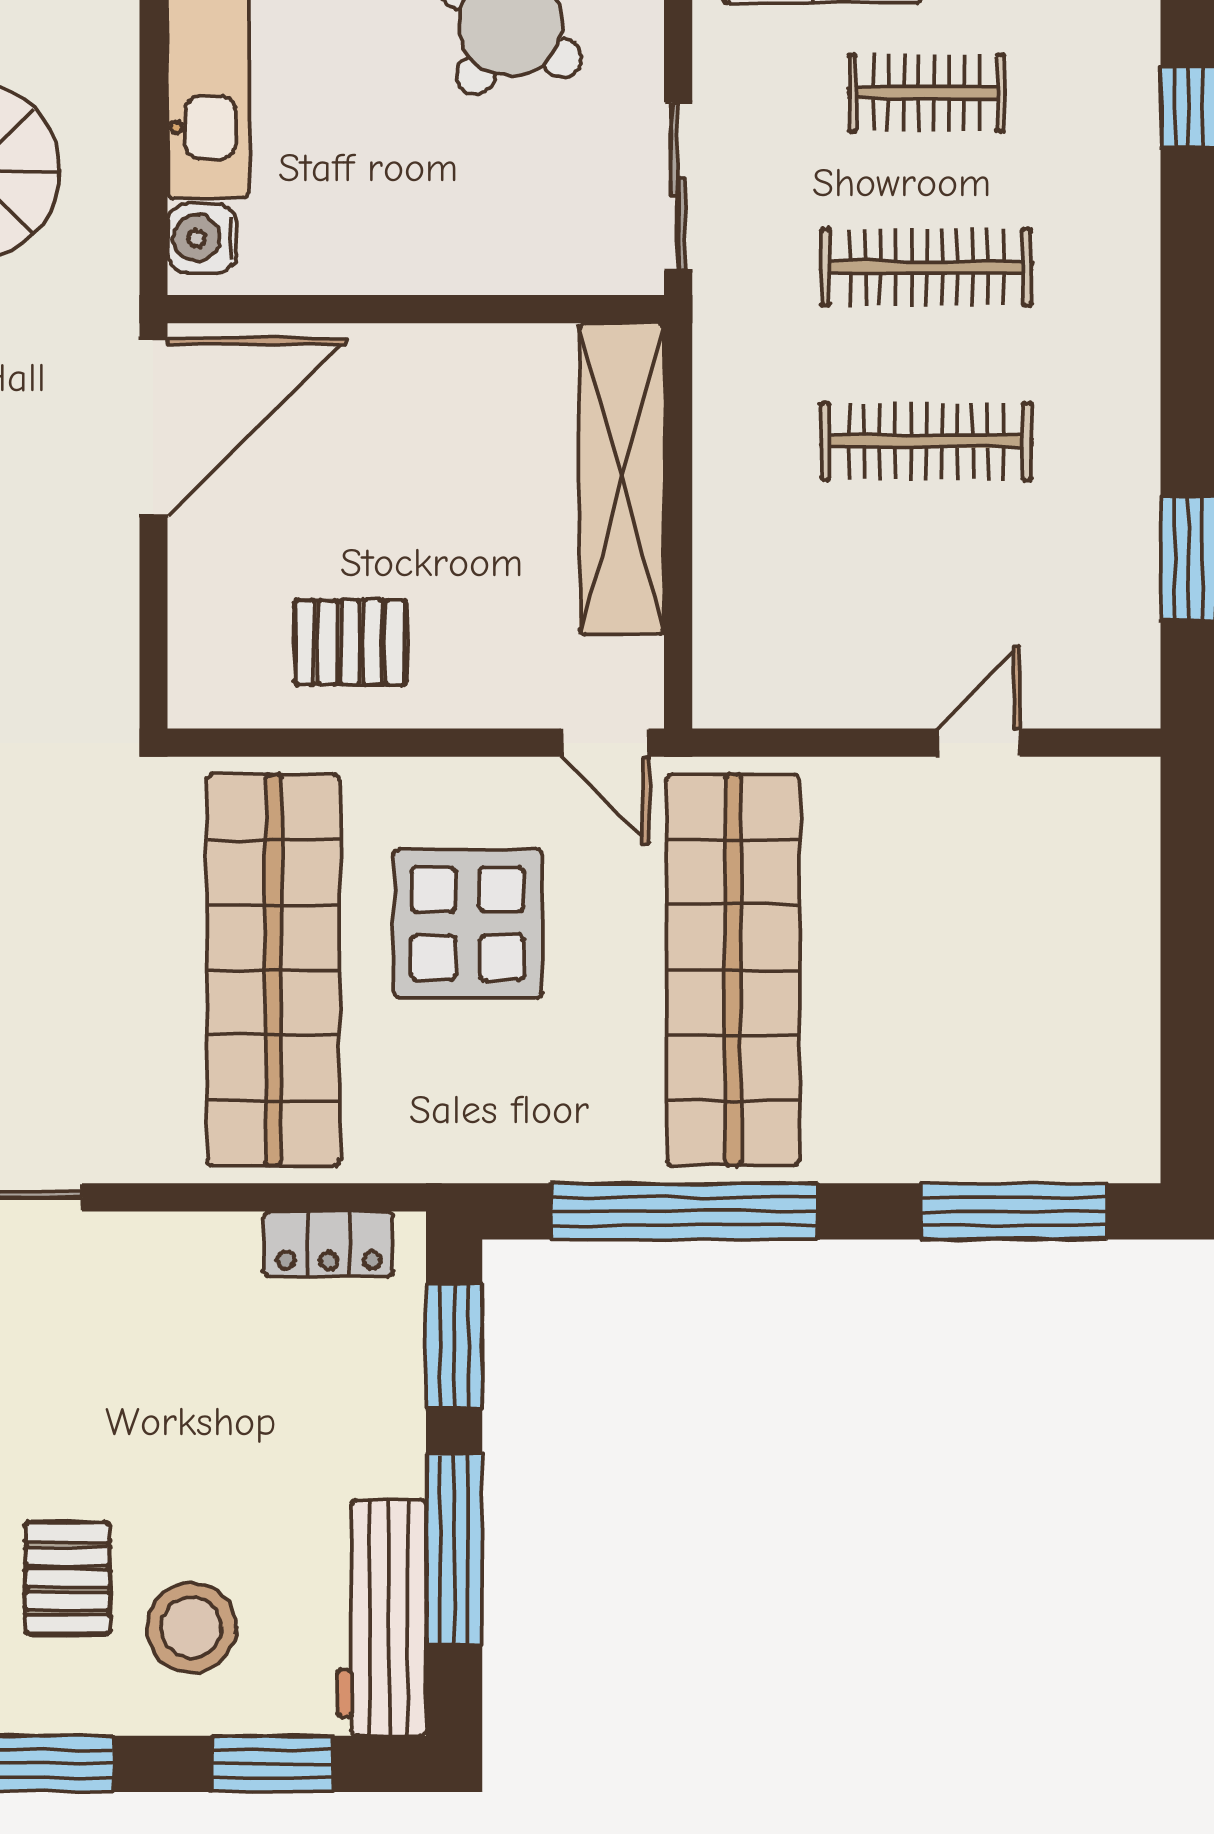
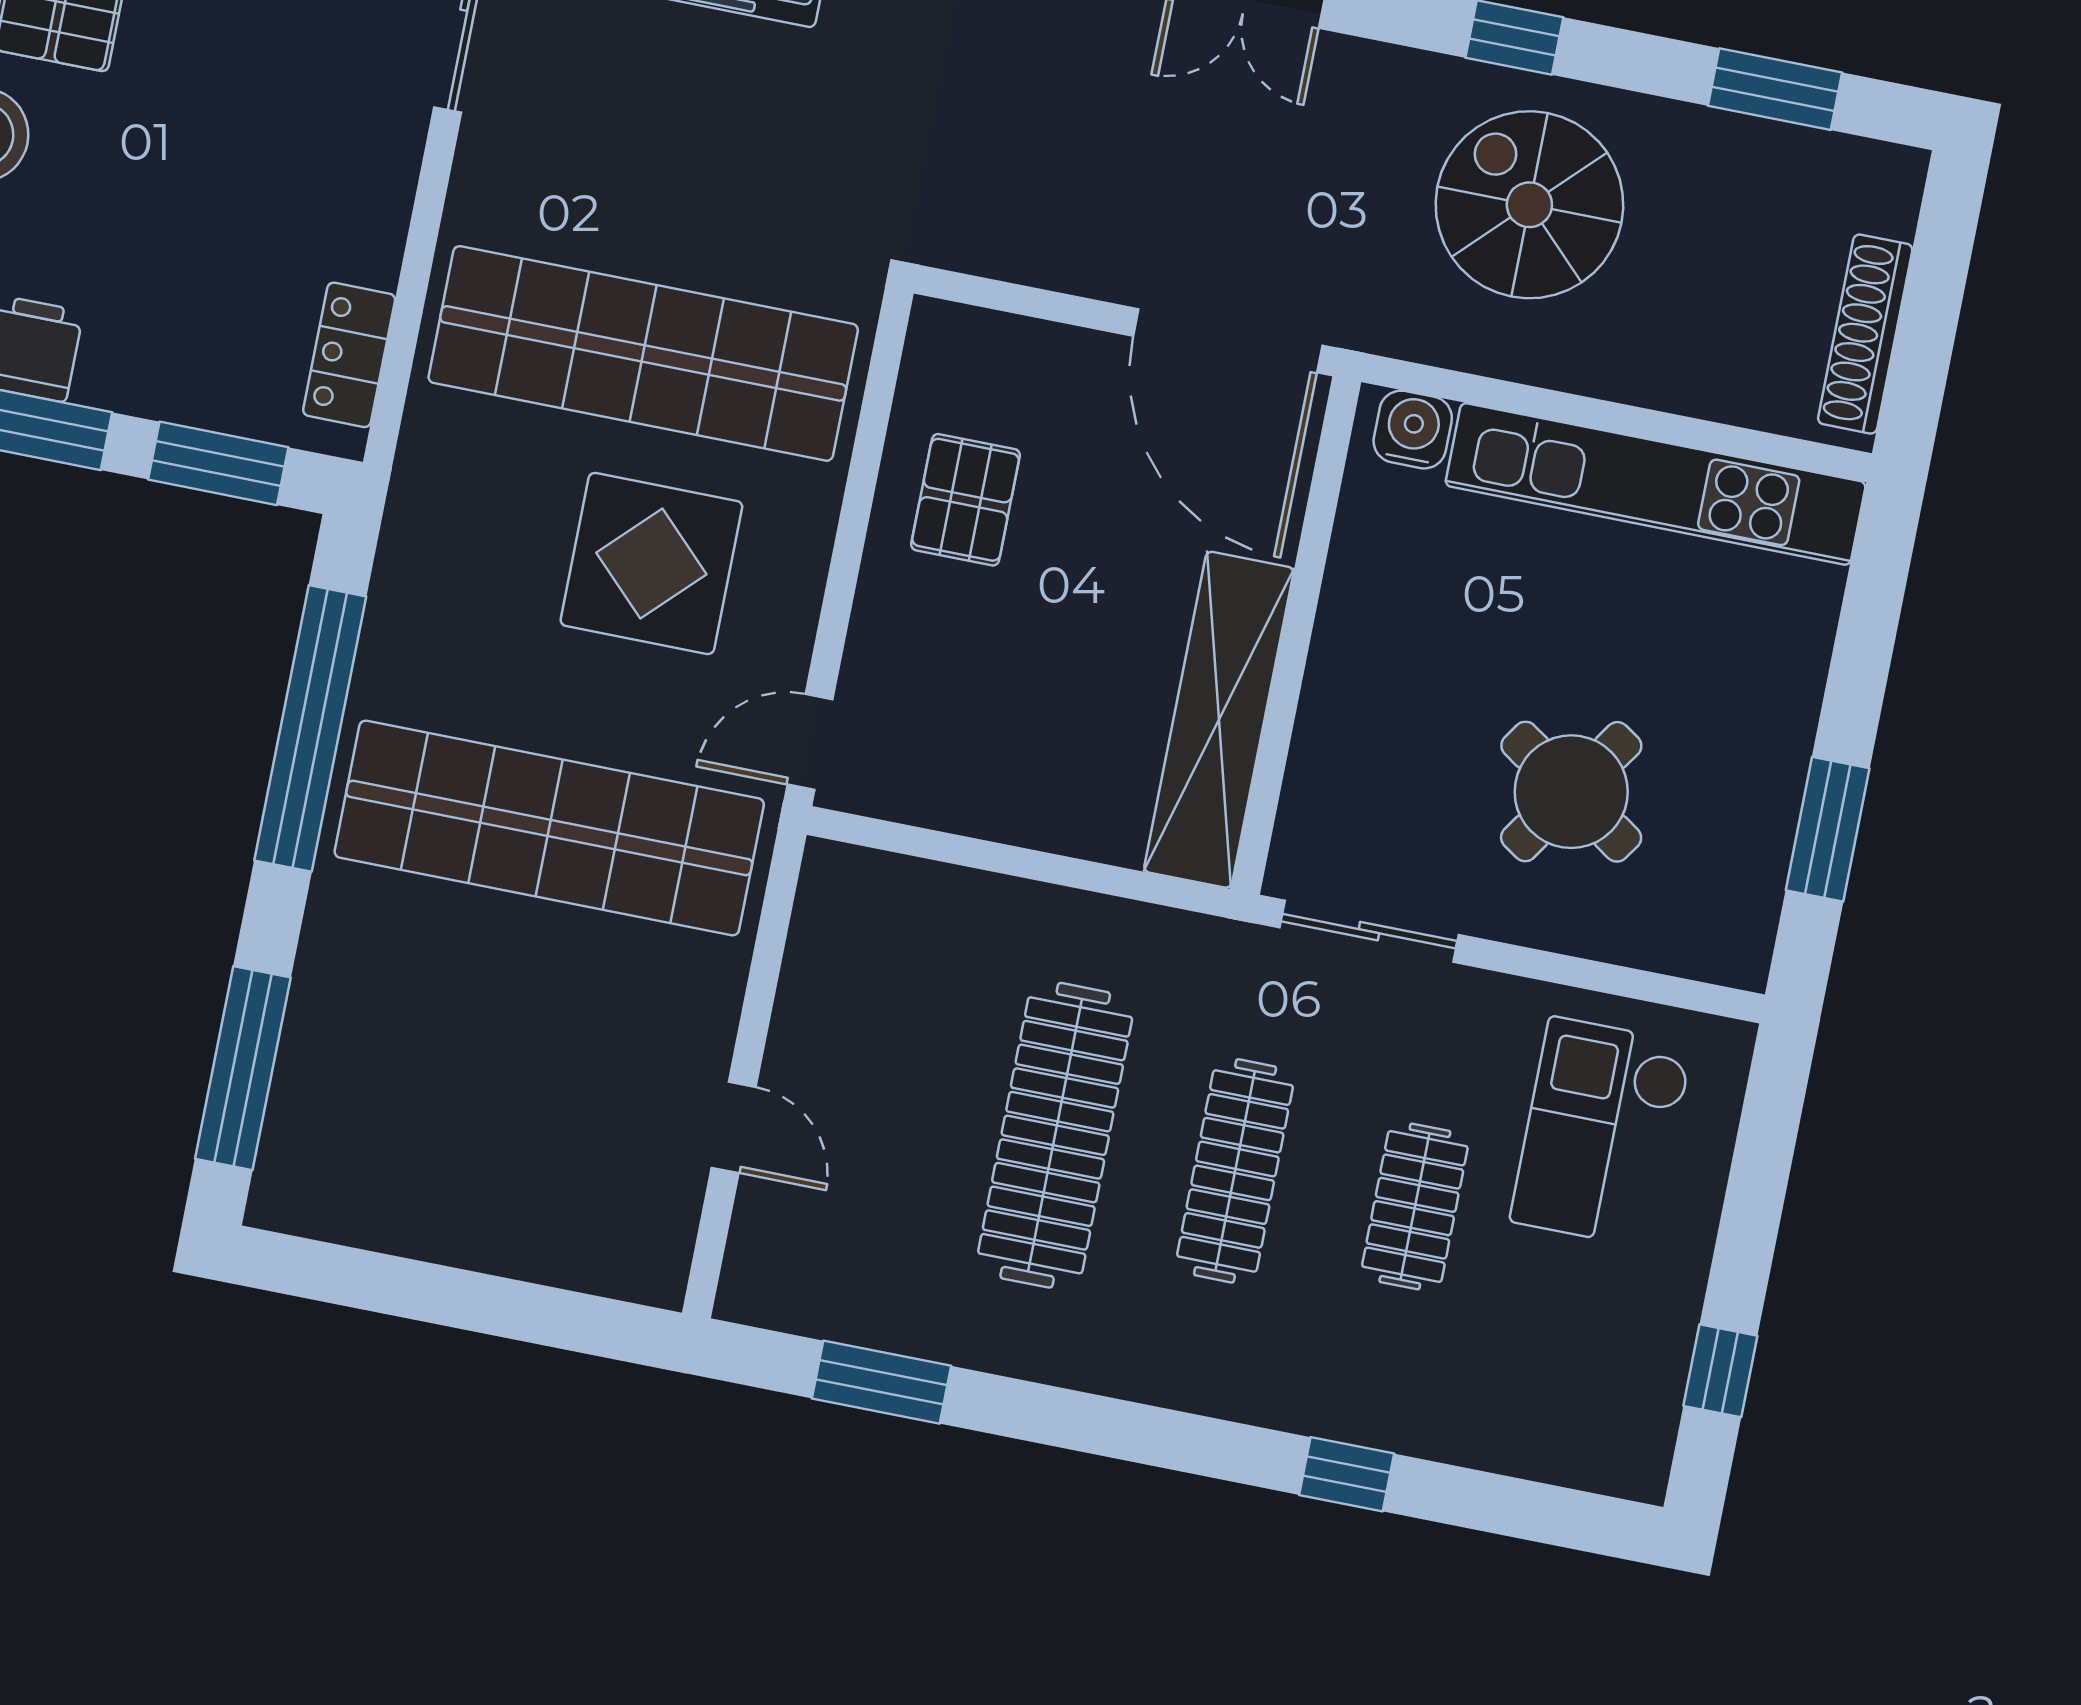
clothes rail: (926, 441) -> (1055, 1135), width x1.37, depth x1.31
shelving: (622, 479) -> (1219, 720), moved, turned 90

